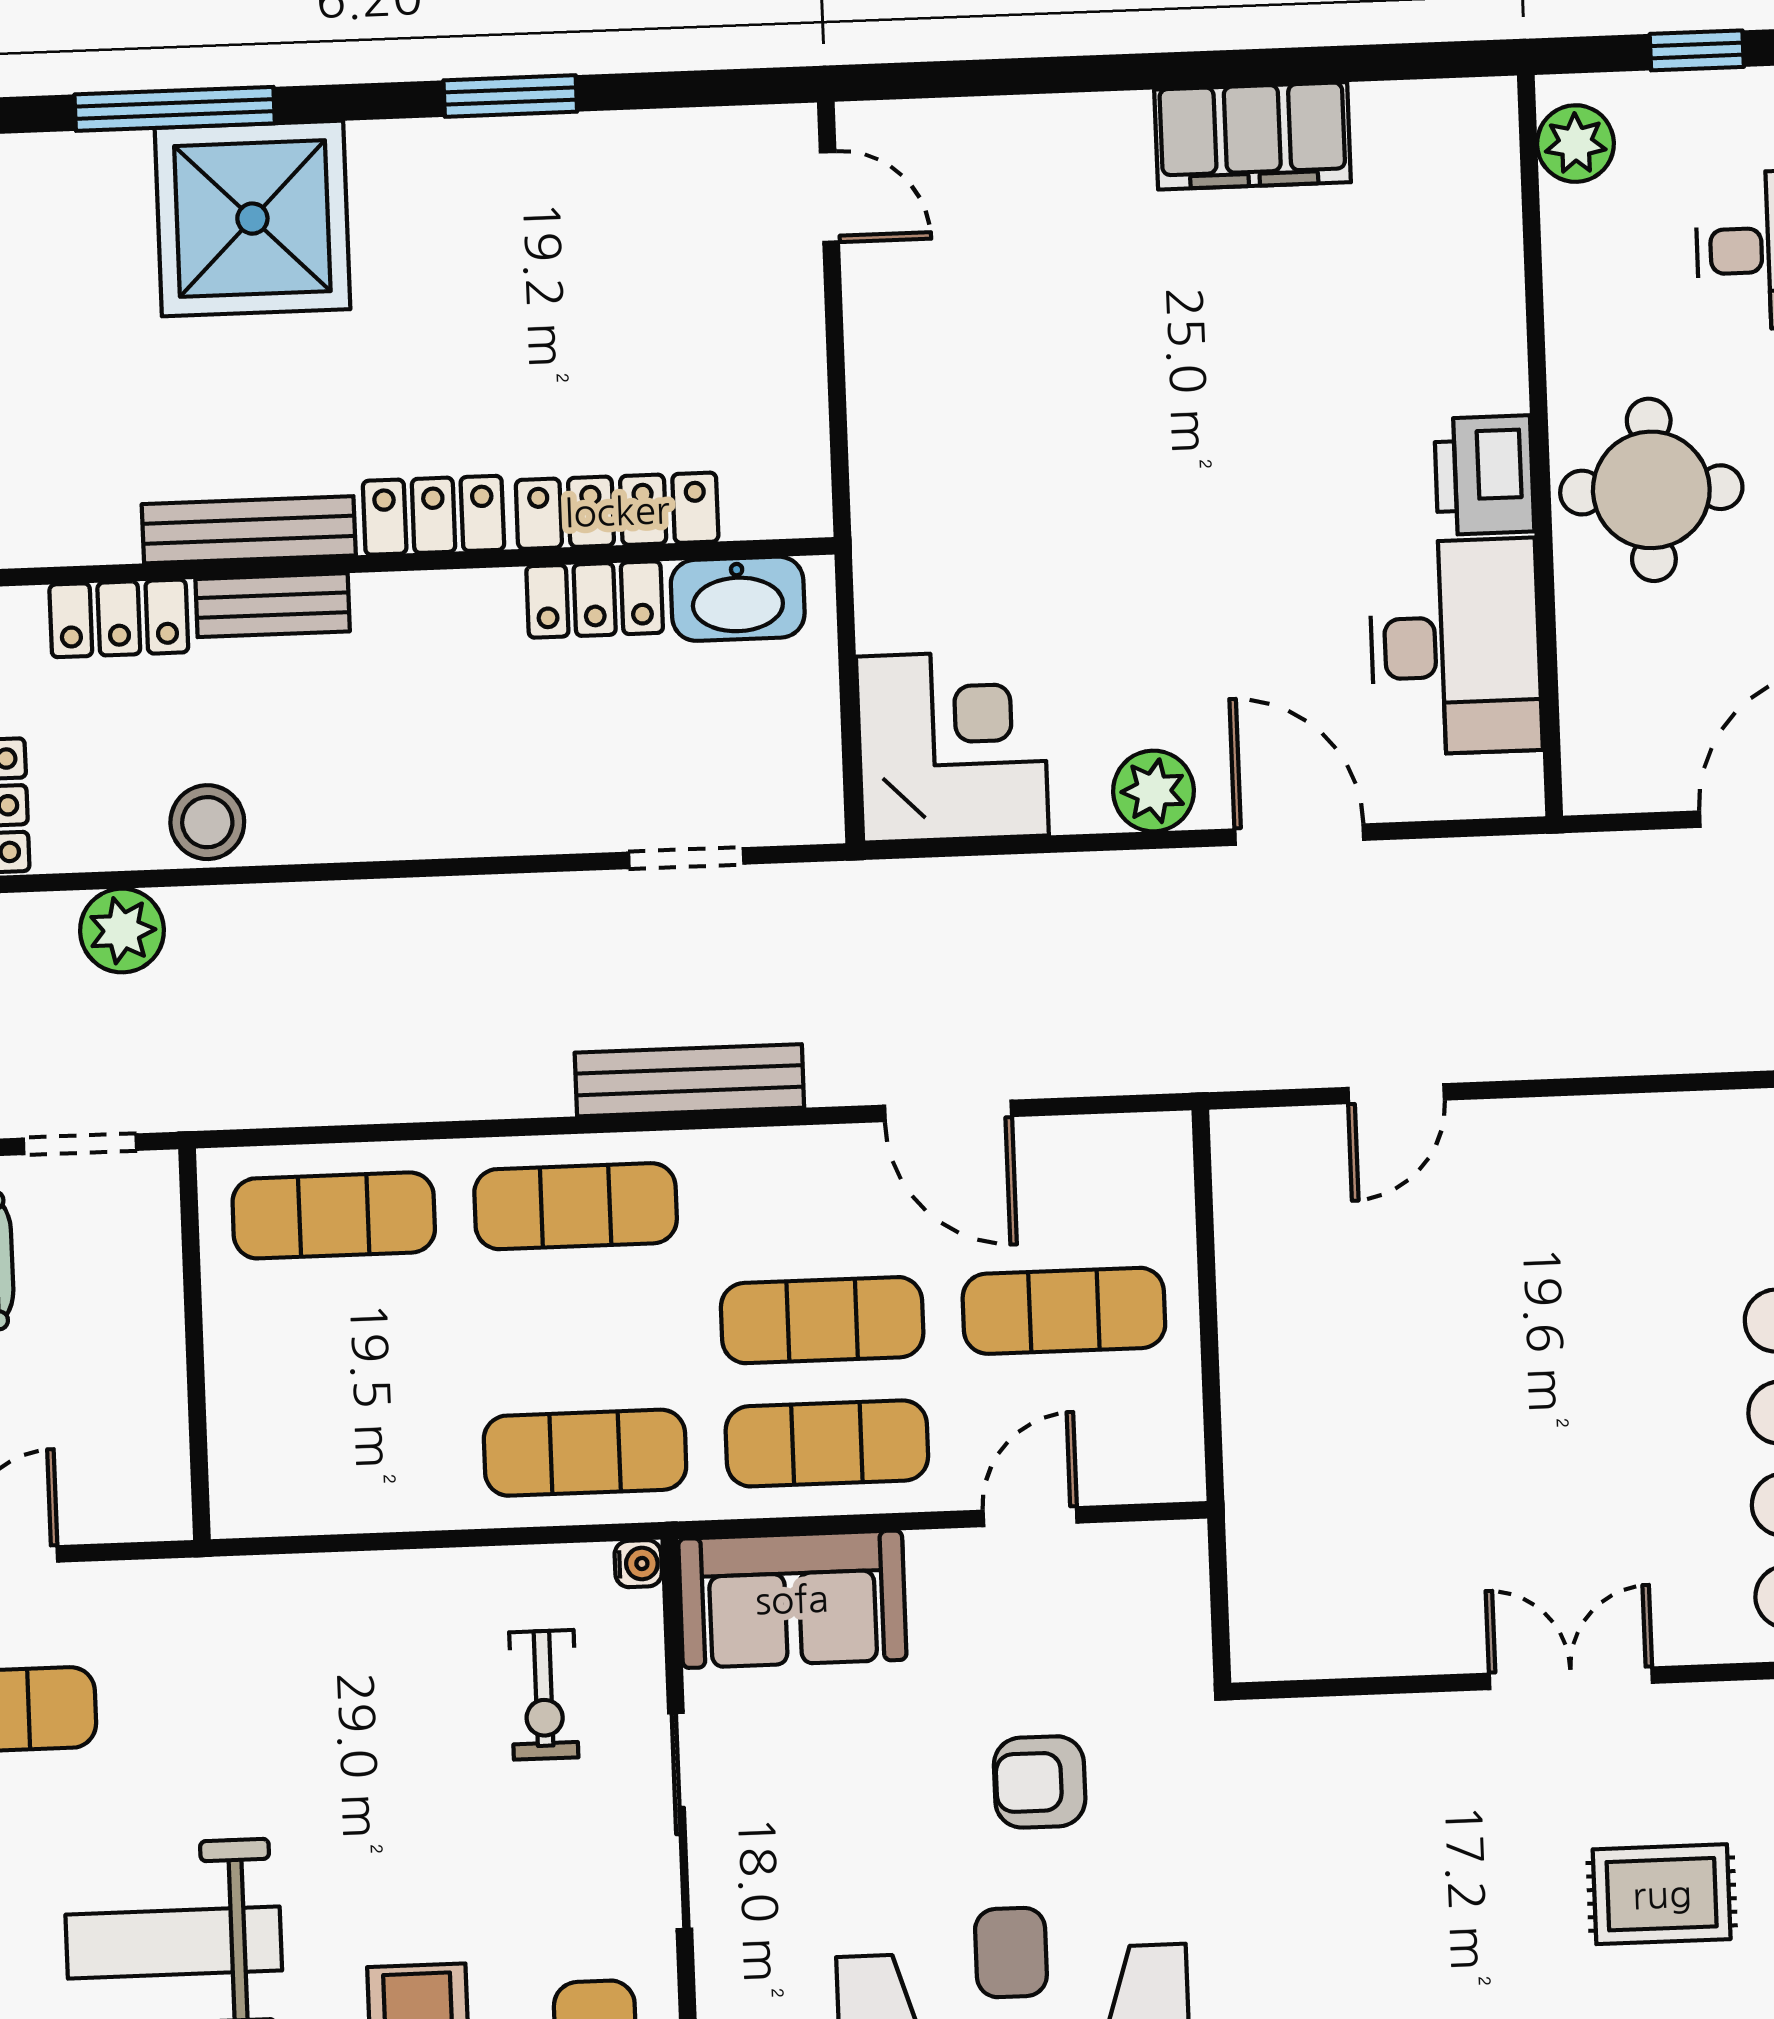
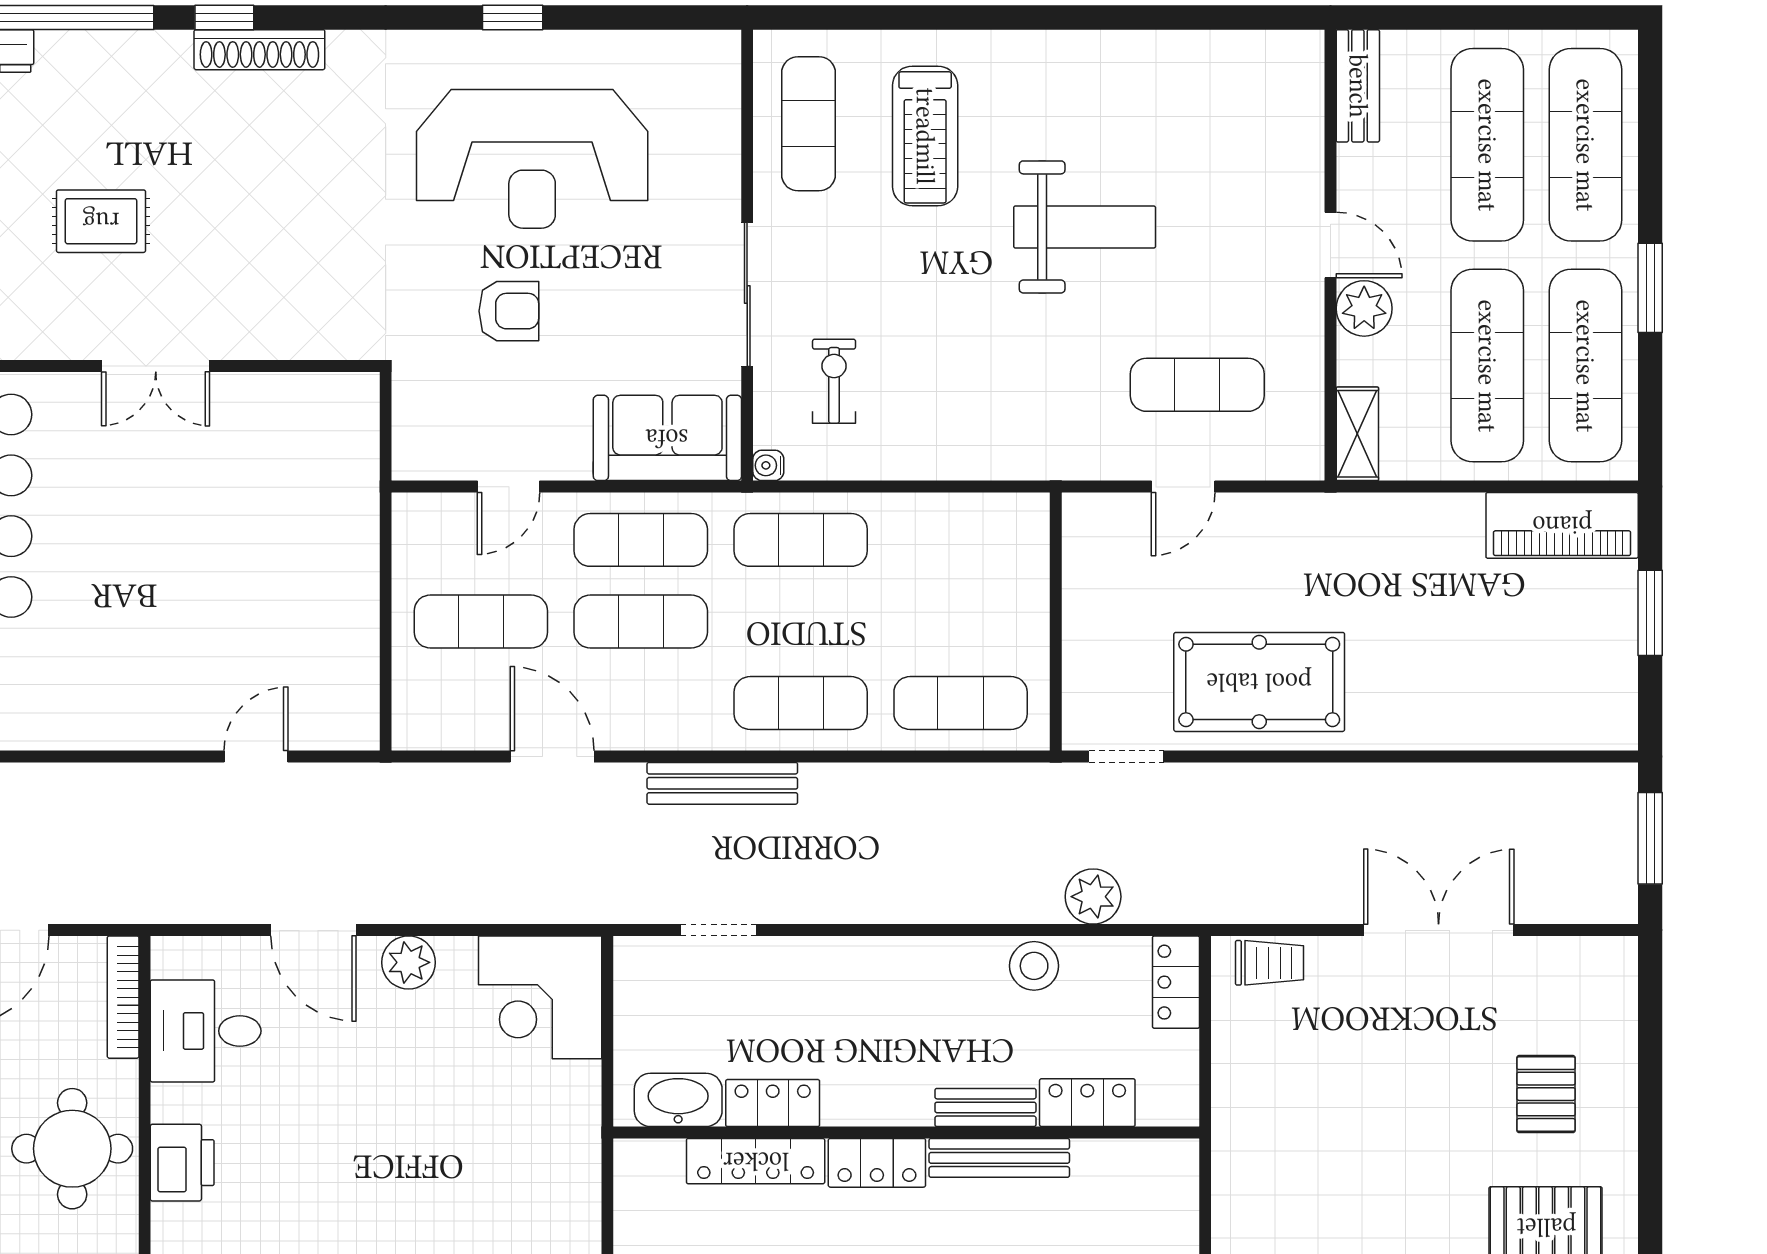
desk: (1455, 647) -> (206, 1031), width x0.73
bookcase: (1583, 722) -> (123, 997), added

